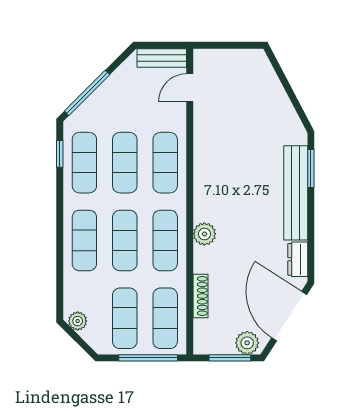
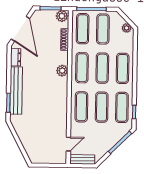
plant: (247, 343) -> (62, 16), moved

